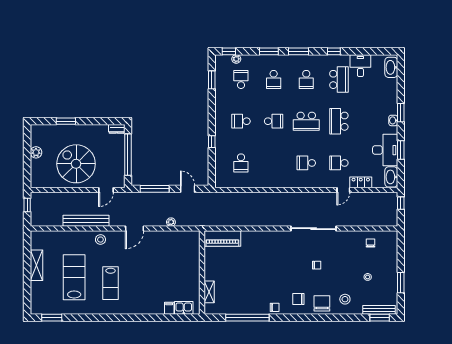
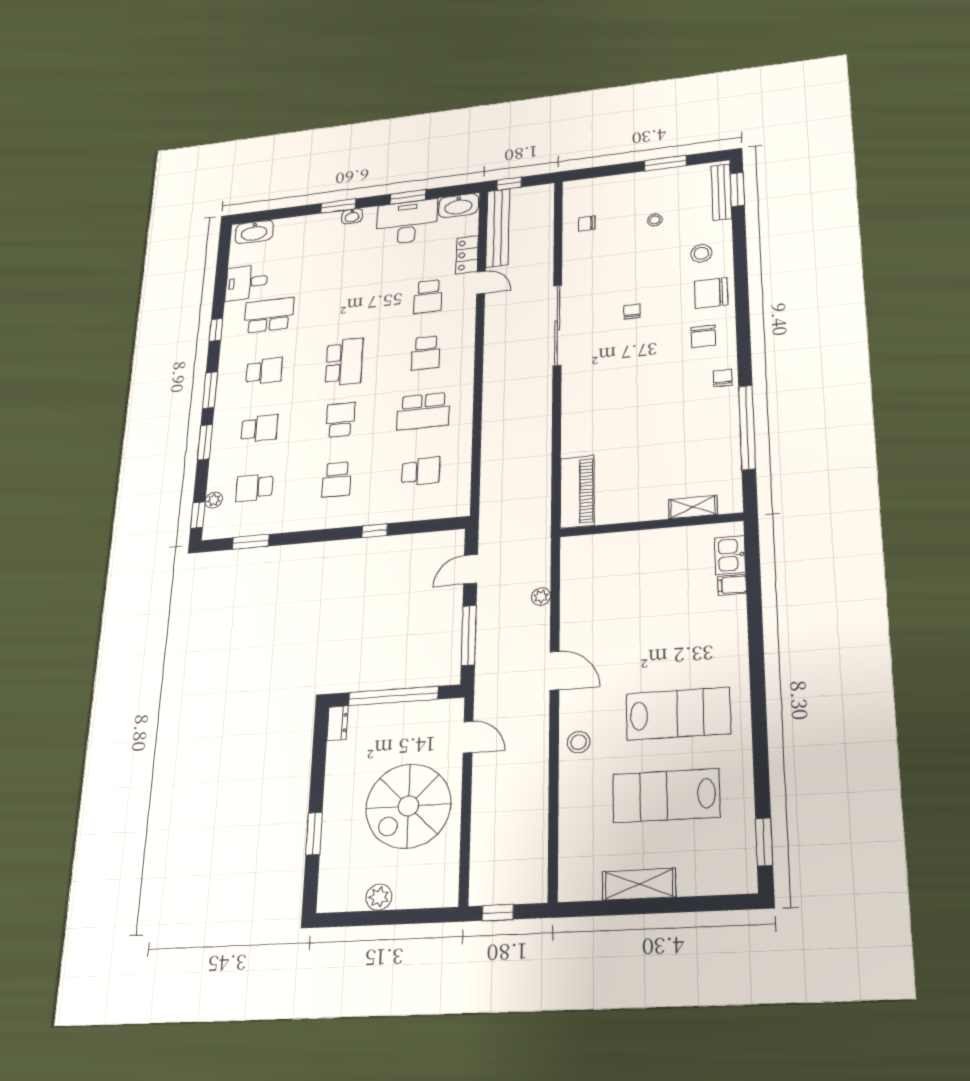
school desk: (339, 121) -> (423, 411), moved
bench: (86, 221) -> (498, 228), moved
lab bench: (111, 283) -> (678, 714), width x1.36, depth x1.39

